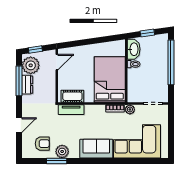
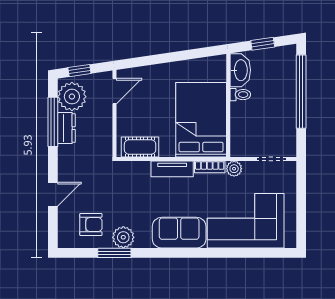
tv unit: (71, 110) -> (172, 169), moved

